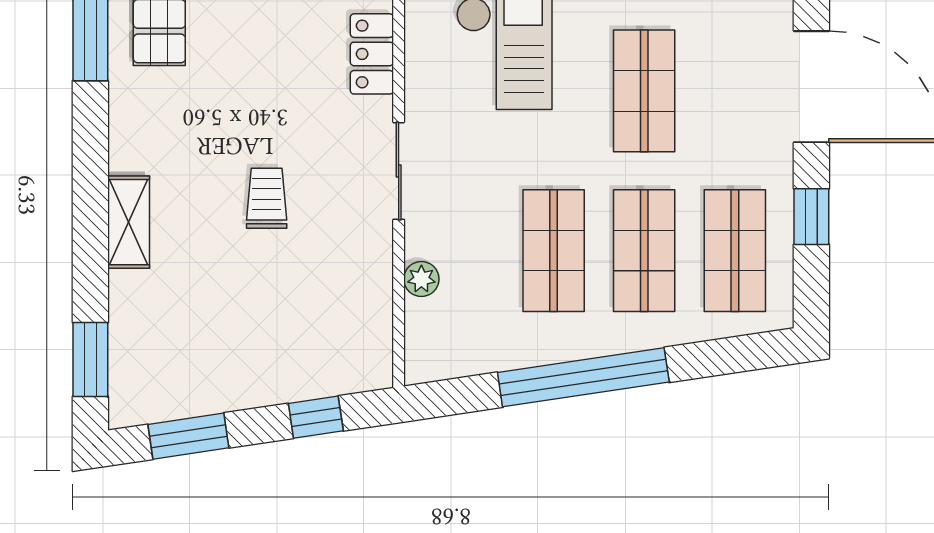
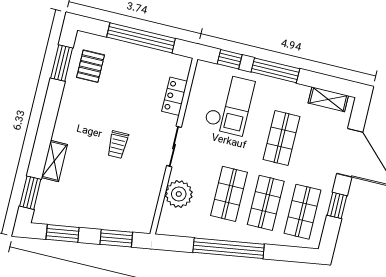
trolley: (267, 198) -> (118, 145), turned 180
shelving: (129, 222) -> (54, 161), moved
plant: (421, 279) -> (179, 194), width x1.87, depth x1.87
window: (316, 417) -> (116, 238), width x1.50

